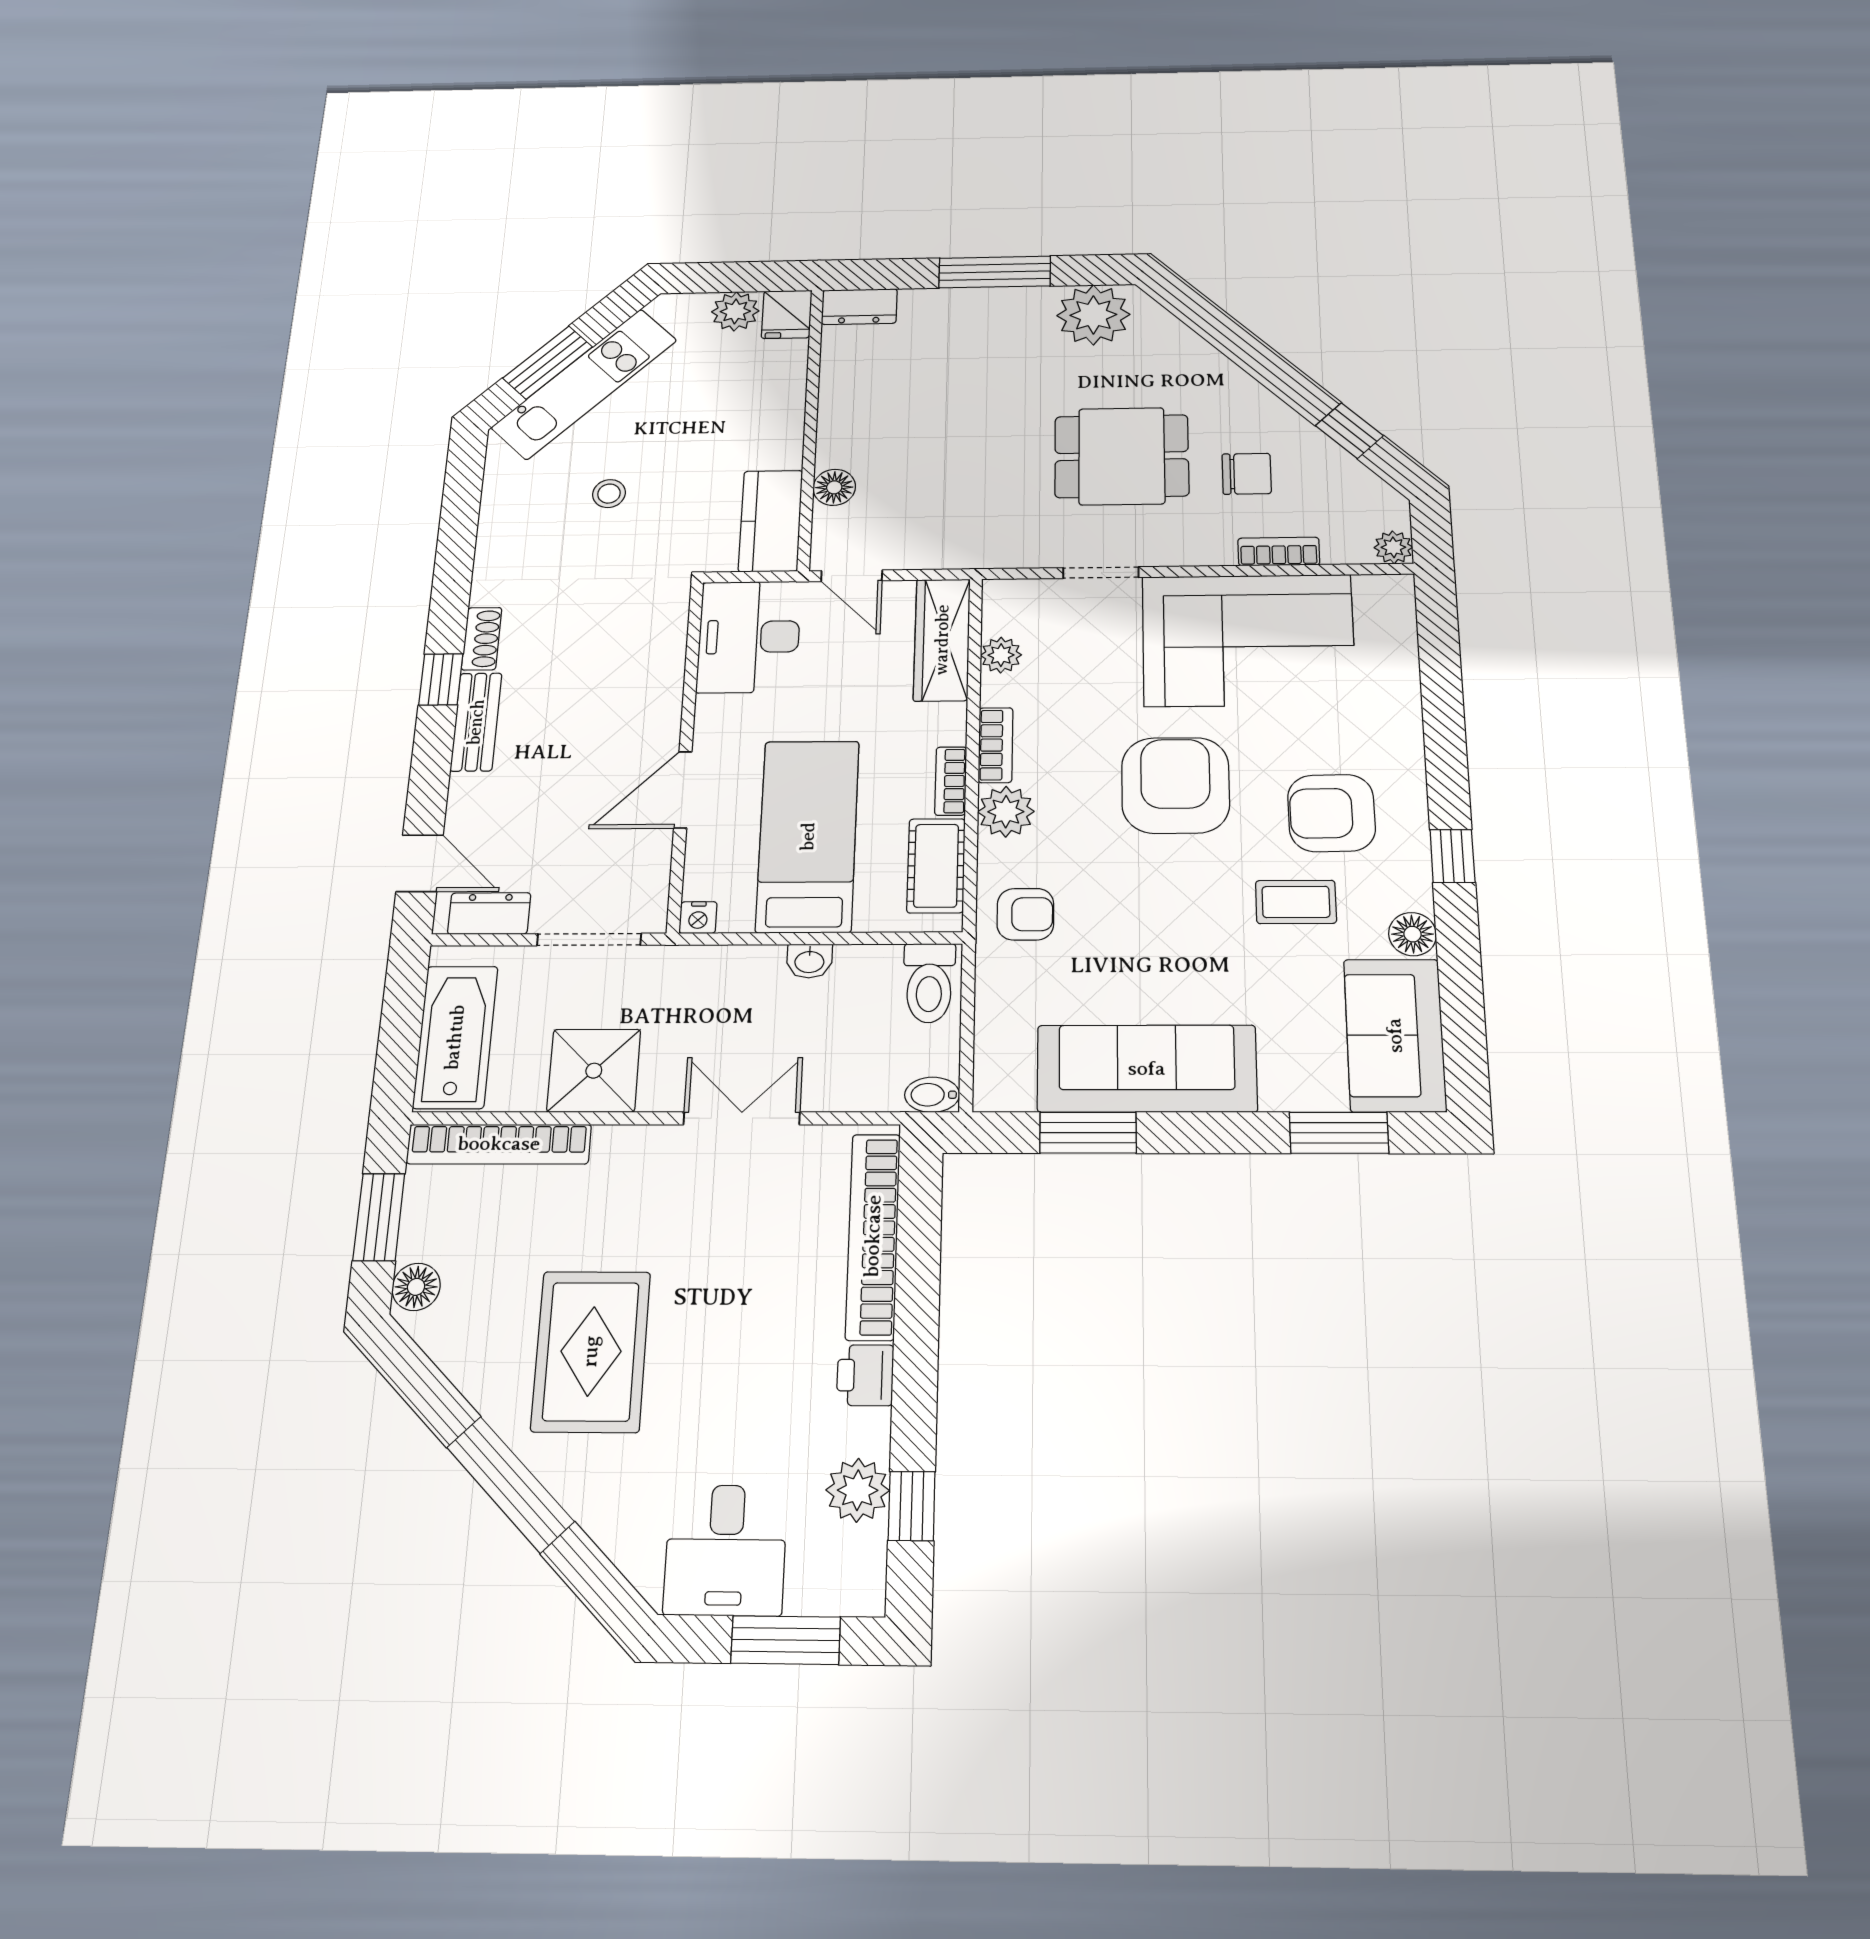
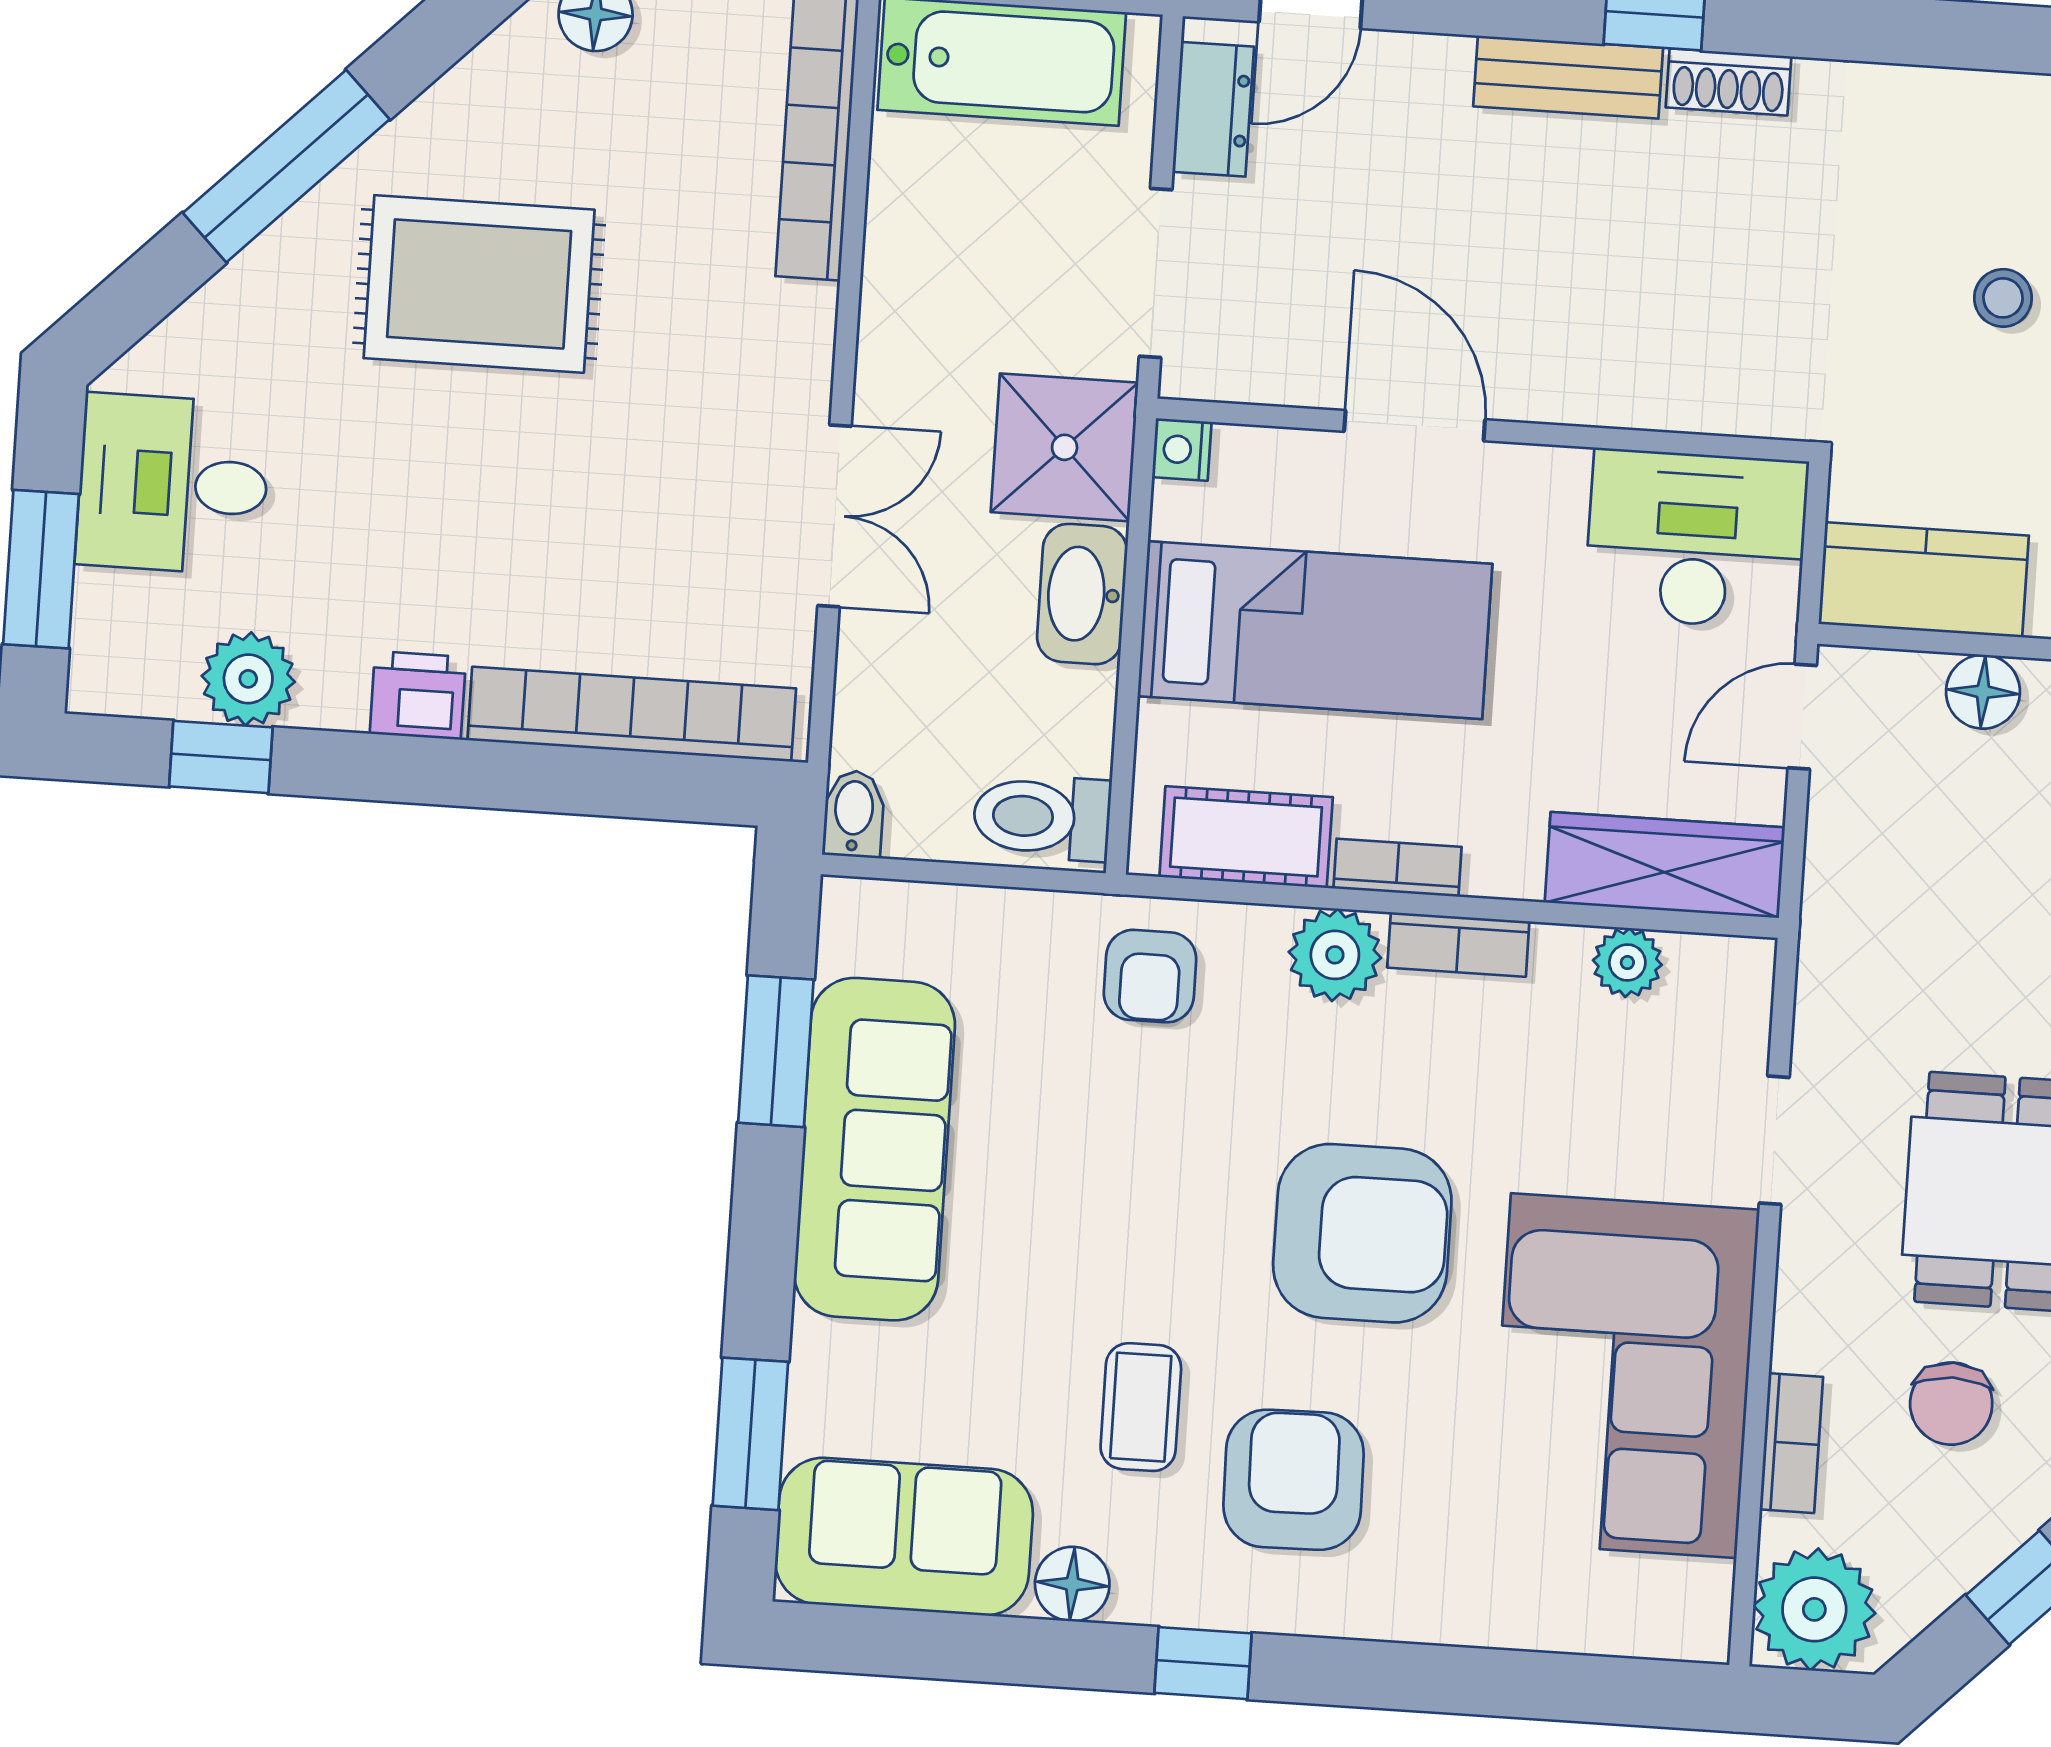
plant: (1393, 547) -> (1814, 1609), width x1.88, depth x1.88
washbasin: (809, 961) -> (1082, 594), width x1.91, depth x1.45
shower: (594, 1071) -> (1065, 447), moved

